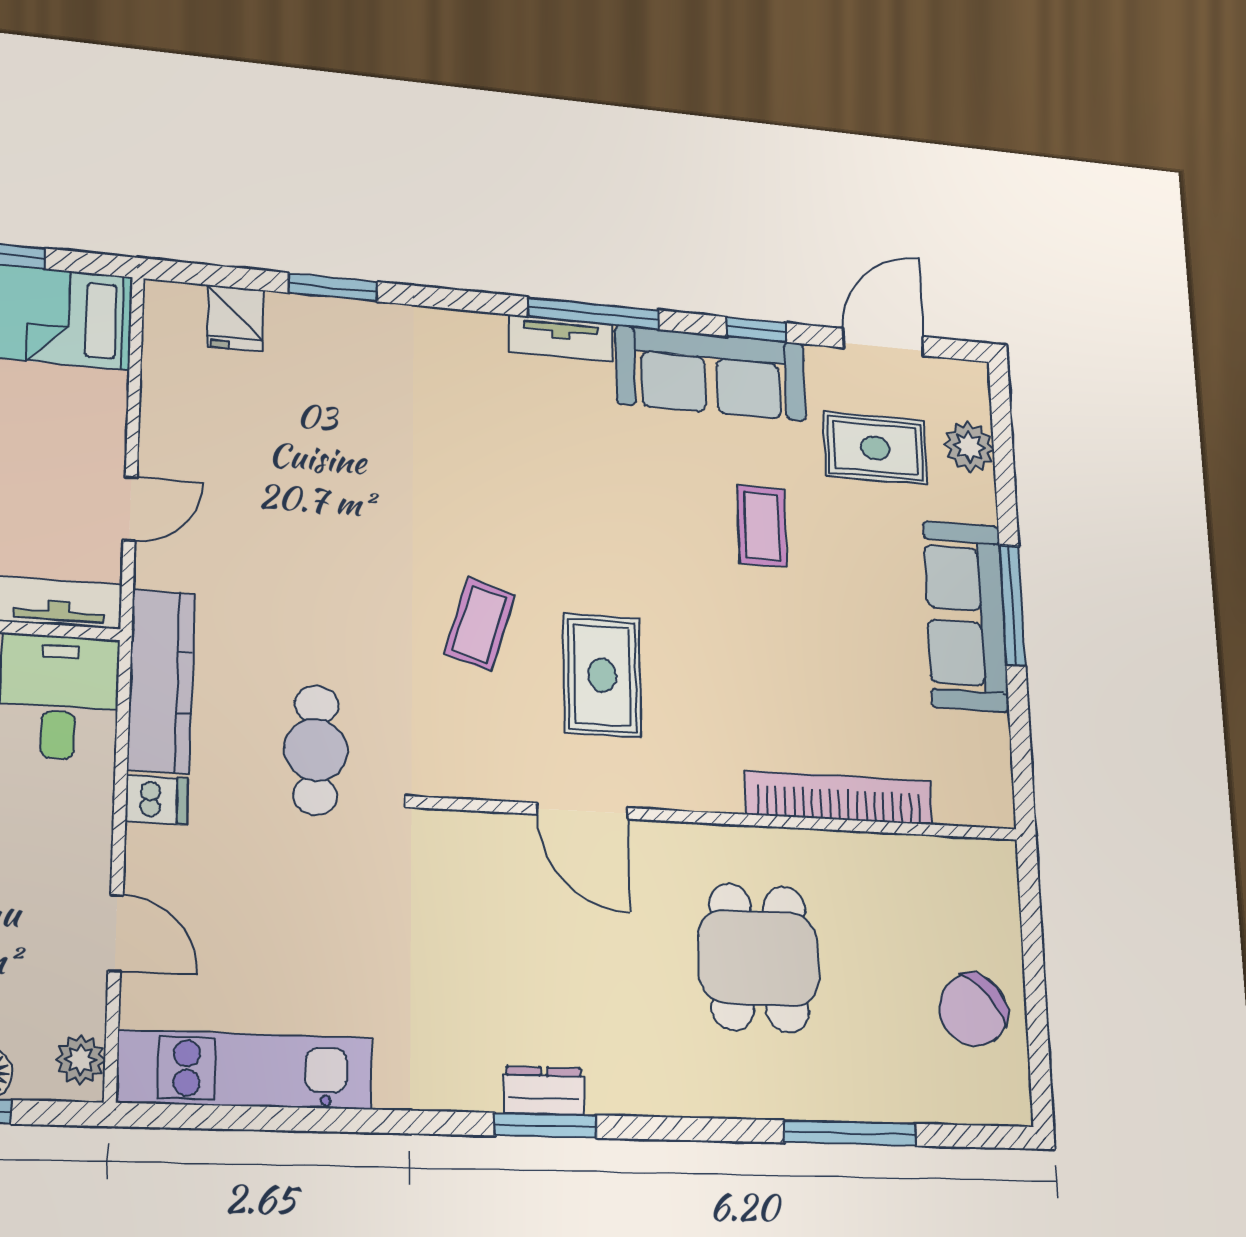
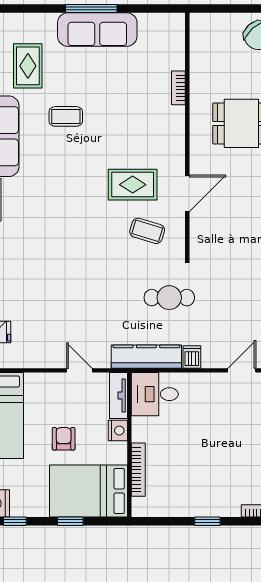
plant: (969, 447) -> (24, 24), removed
coffee table: (479, 624) -> (147, 231), moved
bookcase: (839, 798) -> (178, 88), width x0.43, depth x0.76

